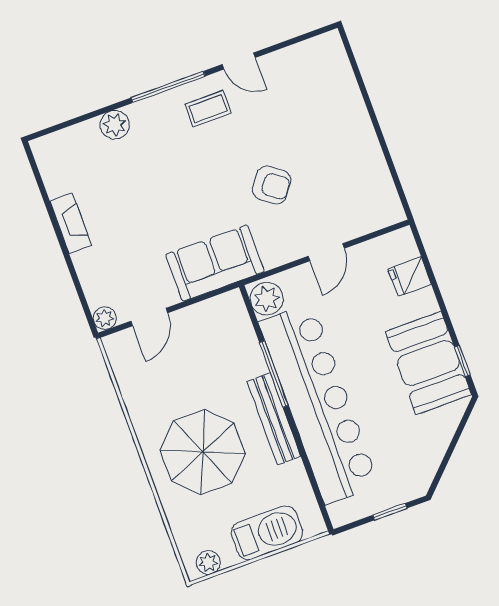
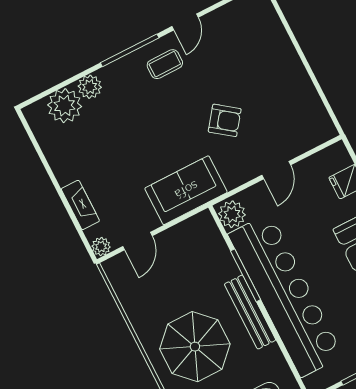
door: (239, 61) -> (185, 22), hinge flipped
plant: (82, 144) -> (65, 106), added
fireplace: (71, 223) -> (80, 205), moved

